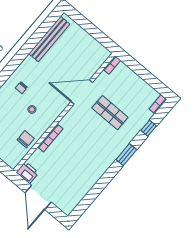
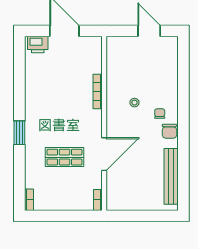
window: (149, 128) -> (19, 172), removed
chair: (26, 139) -> (169, 131), moved
printer: (27, 173) -> (38, 44), moved

